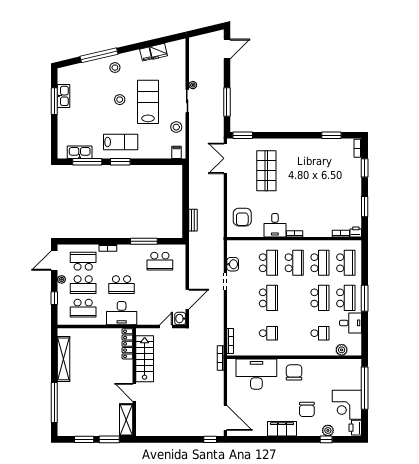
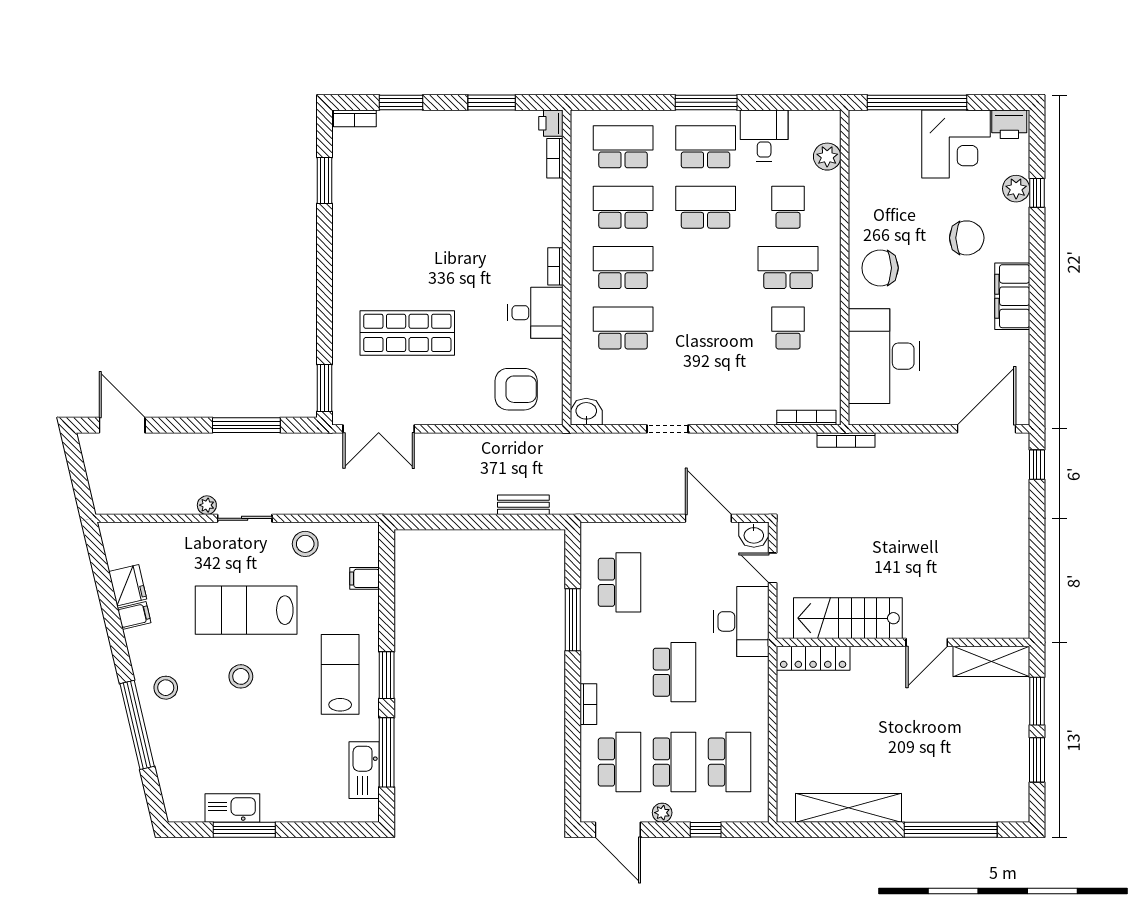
filing cabinet: (177, 152) -> (364, 578), moved
school desk: (83, 261) -> (619, 762), turned 180
washbasin: (233, 264) -> (586, 412), moved
school desk: (268, 298) -> (788, 268), moved
desk: (122, 313) -> (741, 621), moved

